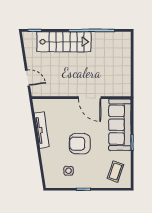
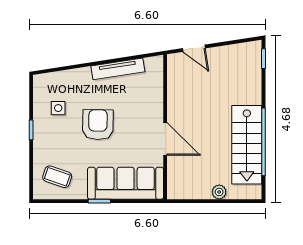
stairs: (64, 42) -> (247, 145), moved
plant: (126, 61) -> (219, 192), added
door: (28, 78) -> (194, 48), hinge flipped
door: (90, 98) -> (165, 139), swing flipped

